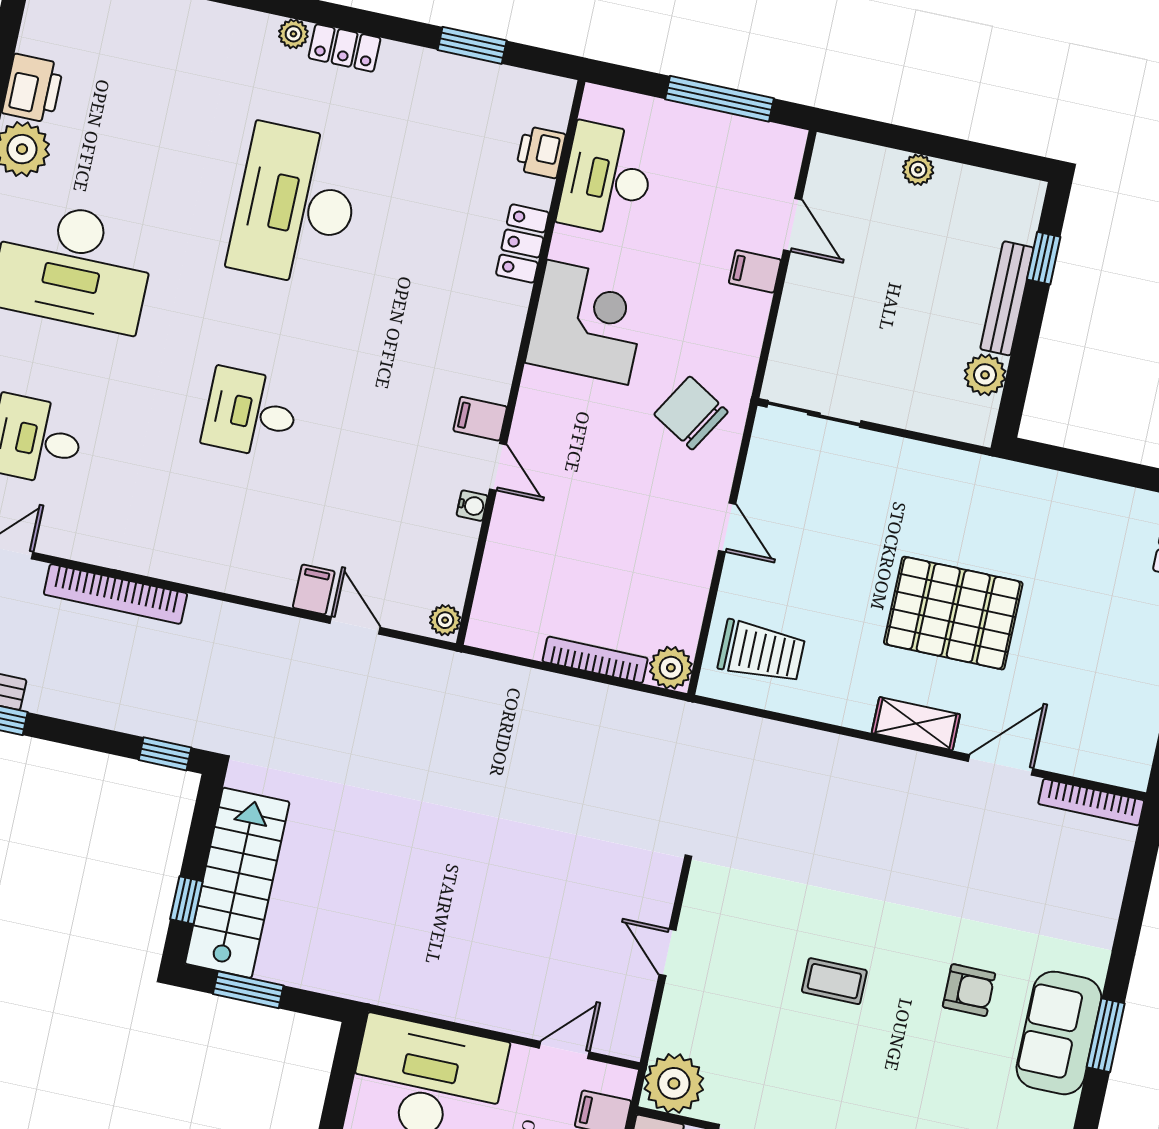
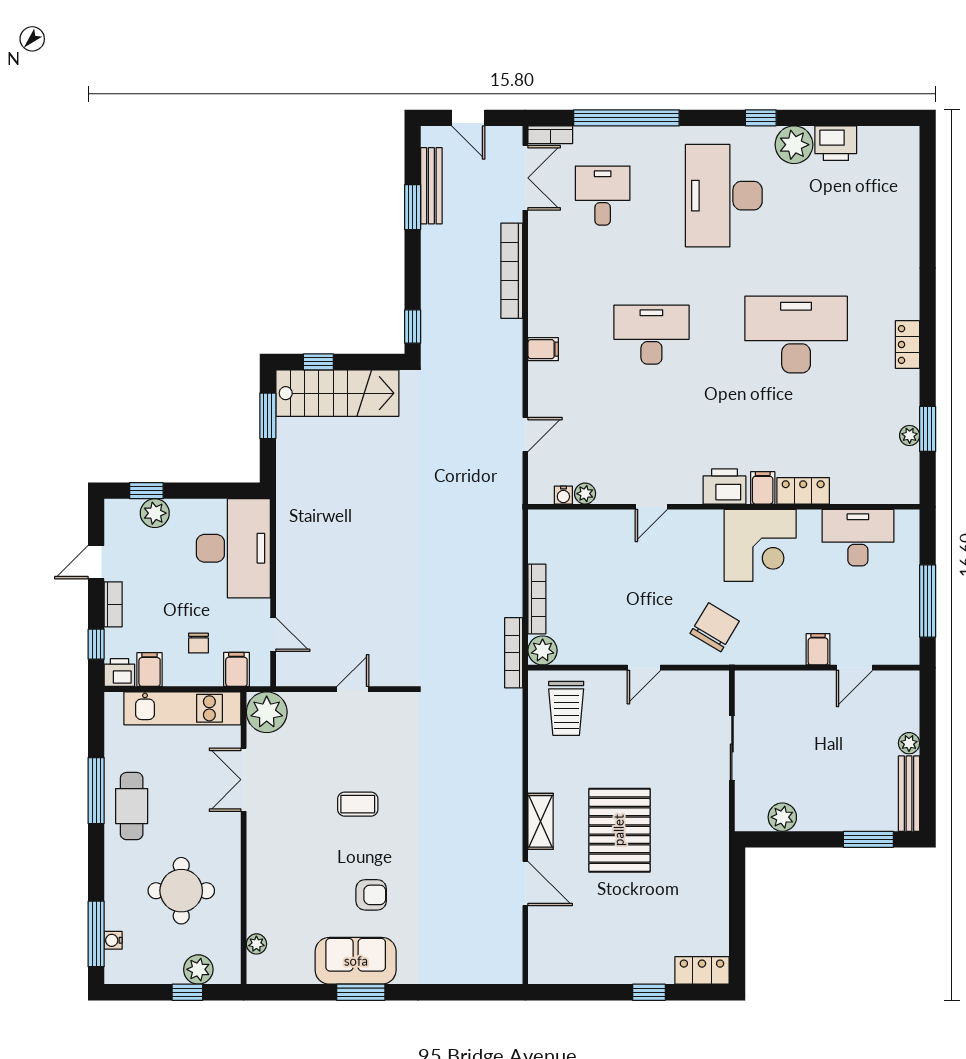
plant: (293, 34) -> (910, 435), moved
printer: (541, 152) -> (724, 486), moved, width x1.36, depth x1.24
window: (1044, 258) -> (868, 839), width x1.50
bench: (1007, 298) -> (909, 794), moved, turned 90
desk: (251, 413) -> (651, 335), width x1.37
sliding door: (814, 414) -> (732, 748), moved
filing cabinet: (480, 419) -> (763, 488), moved
water cooler: (472, 506) -> (563, 495), moved
filing cabinet: (314, 590) -> (543, 349), moved
plant: (445, 620) -> (585, 494), moved
bookcase: (1091, 802) -> (514, 653), moved
coffee table: (834, 981) -> (358, 804), turned 90
armchair: (969, 990) -> (371, 895), turned -90

